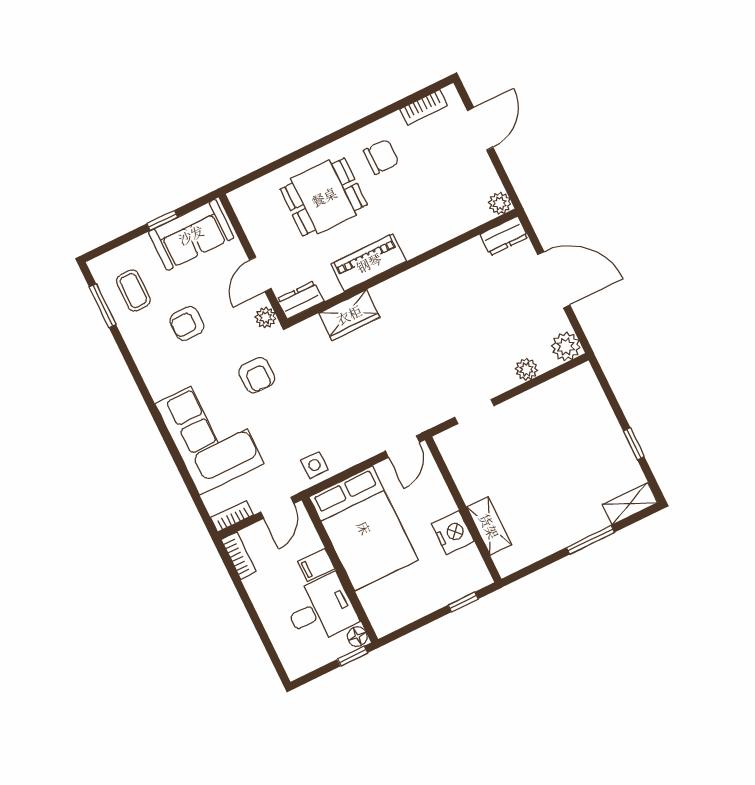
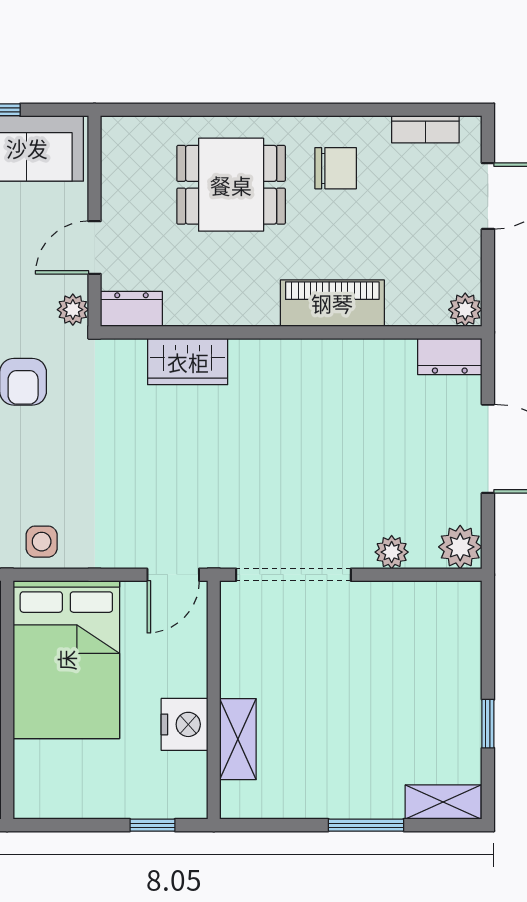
piano: (369, 263) -> (332, 303), moved
doorway: (474, 412) -> (294, 575), width x1.88

